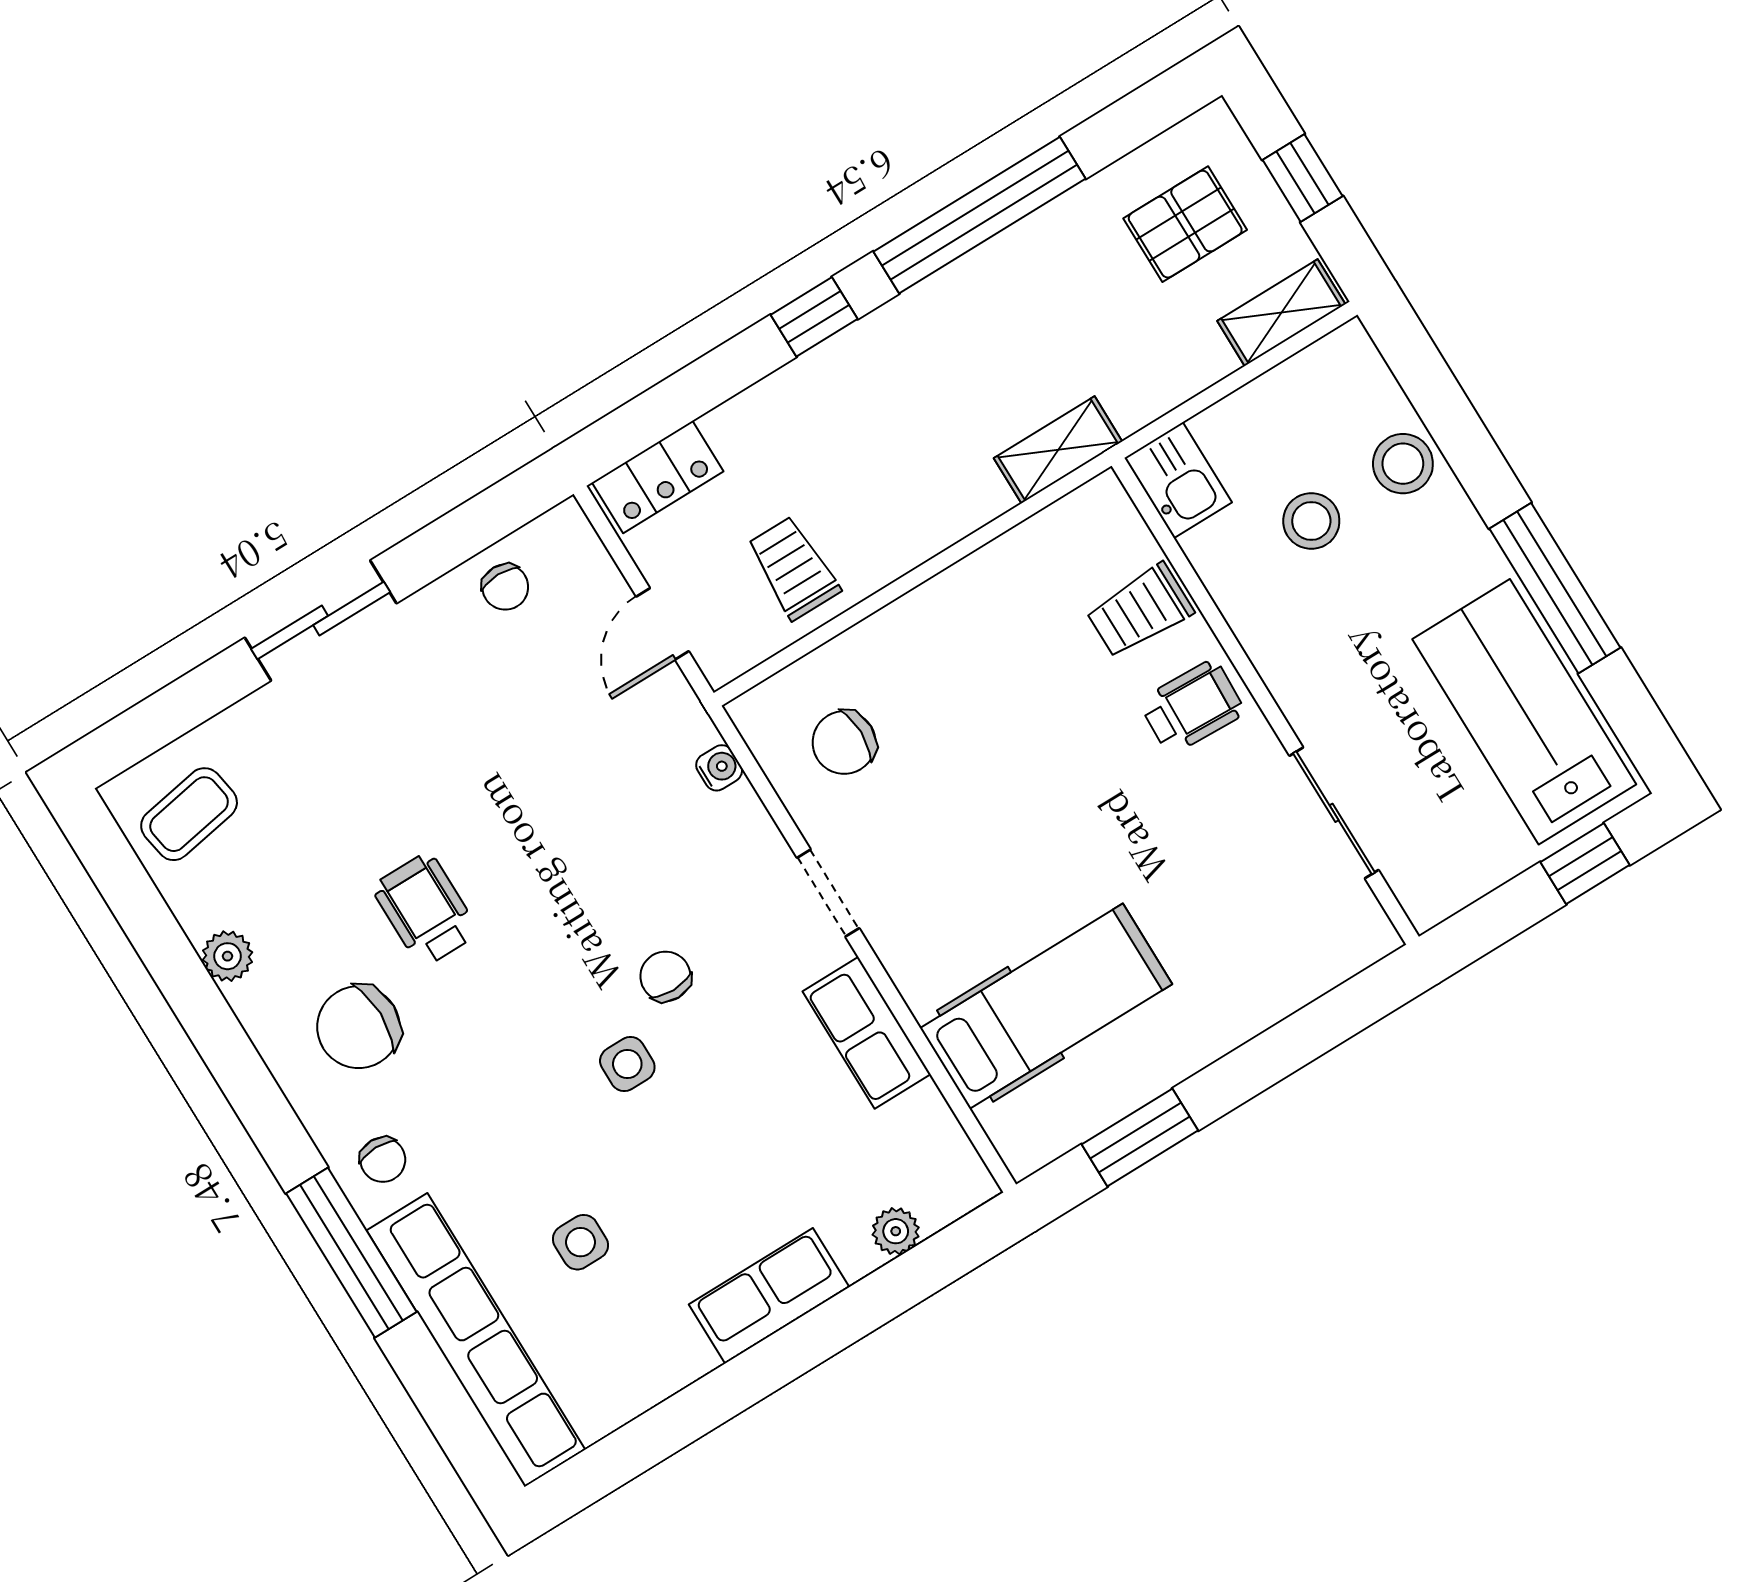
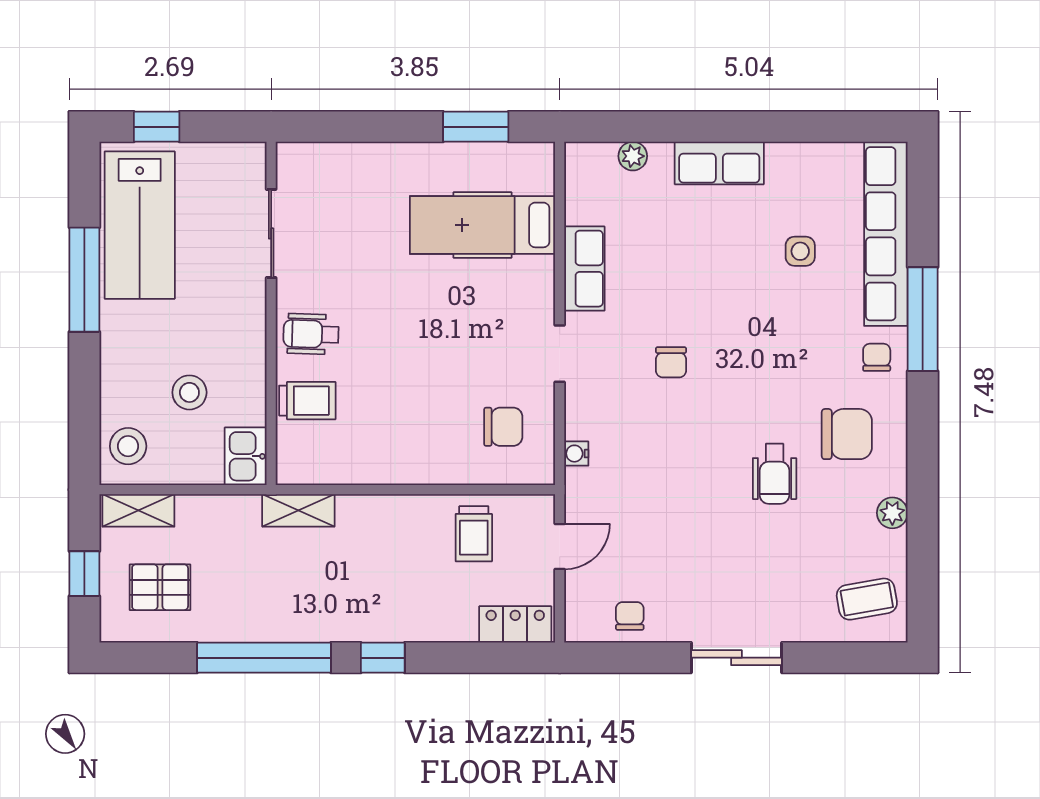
stool: (1403, 464) -> (128, 446), moved
side table: (627, 1064) -> (719, 329), removed

